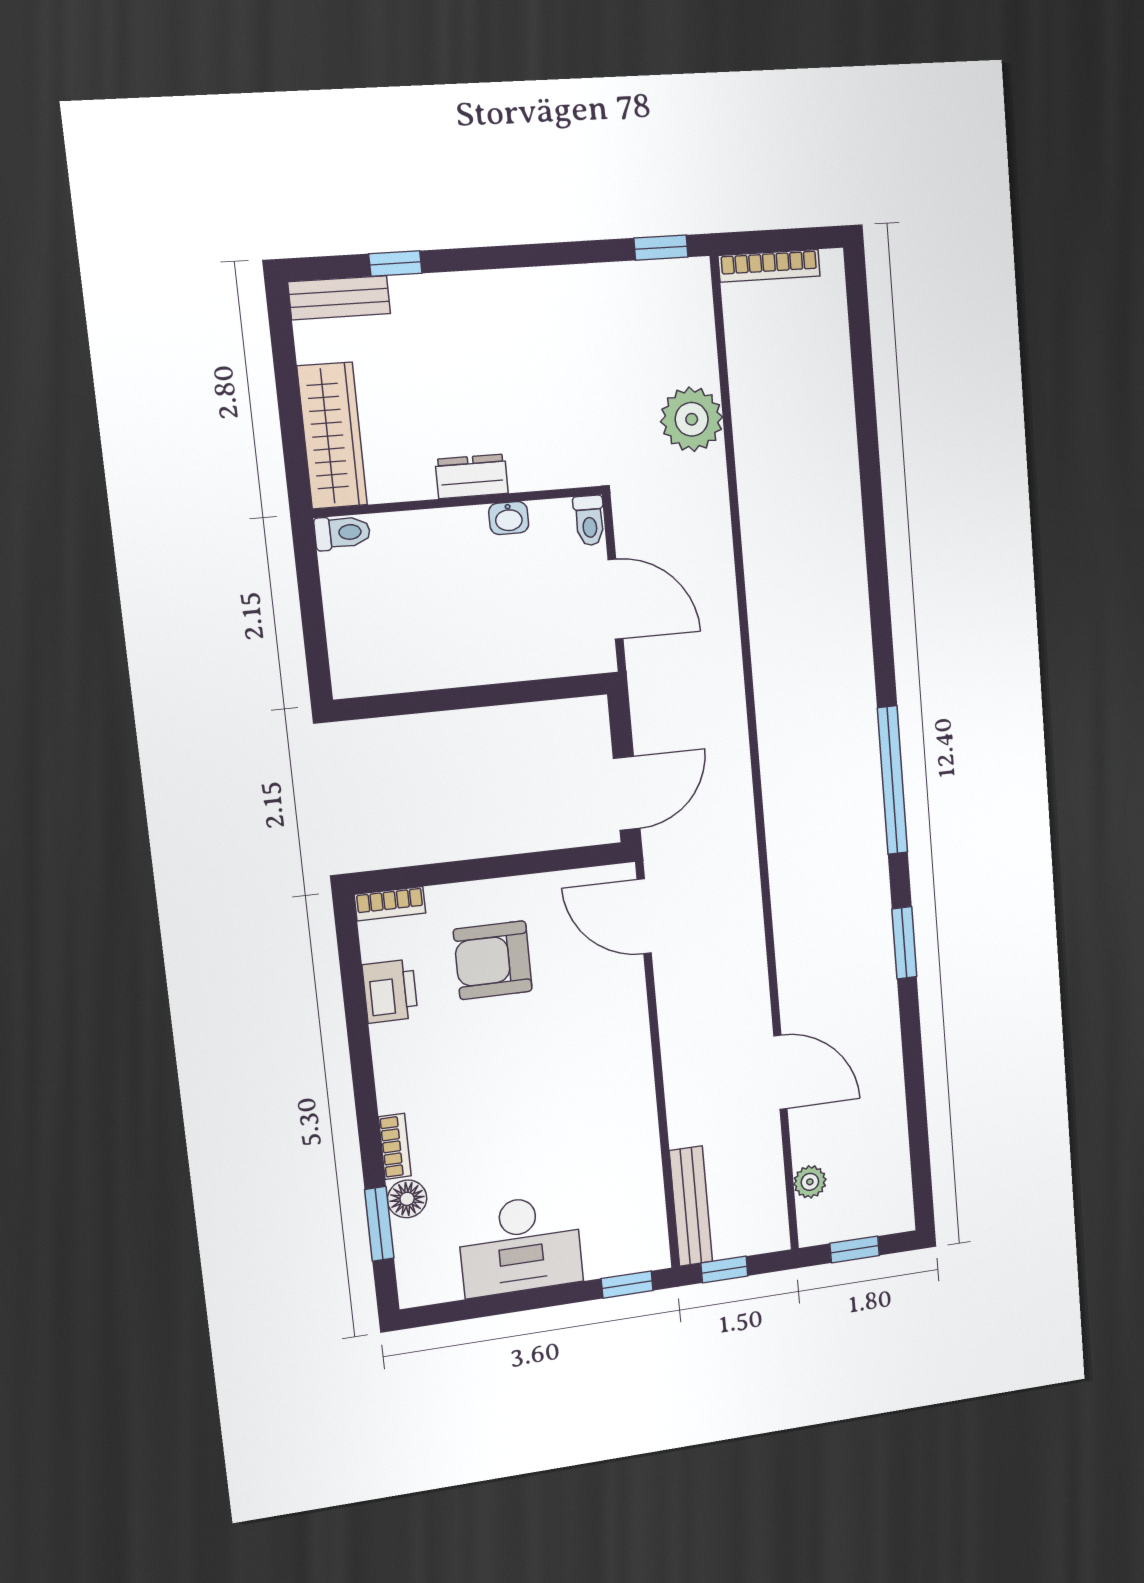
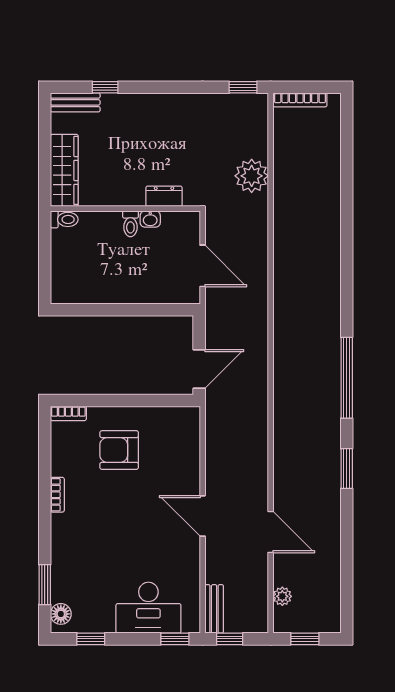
dresser: (472, 476) -> (164, 196), moved
toilet: (589, 520) -> (130, 224), moved
door: (644, 916) -> (203, 516), moved
printer: (390, 991) -> (64, 460), removed
bookcase: (395, 1146) -> (57, 495), moved
floor lamp: (407, 1199) -> (61, 614), moved
bench: (691, 1206) -> (214, 609), width x0.73
desk: (520, 1245) -> (148, 608), moved
window: (475, 1308) -> (91, 639), added

